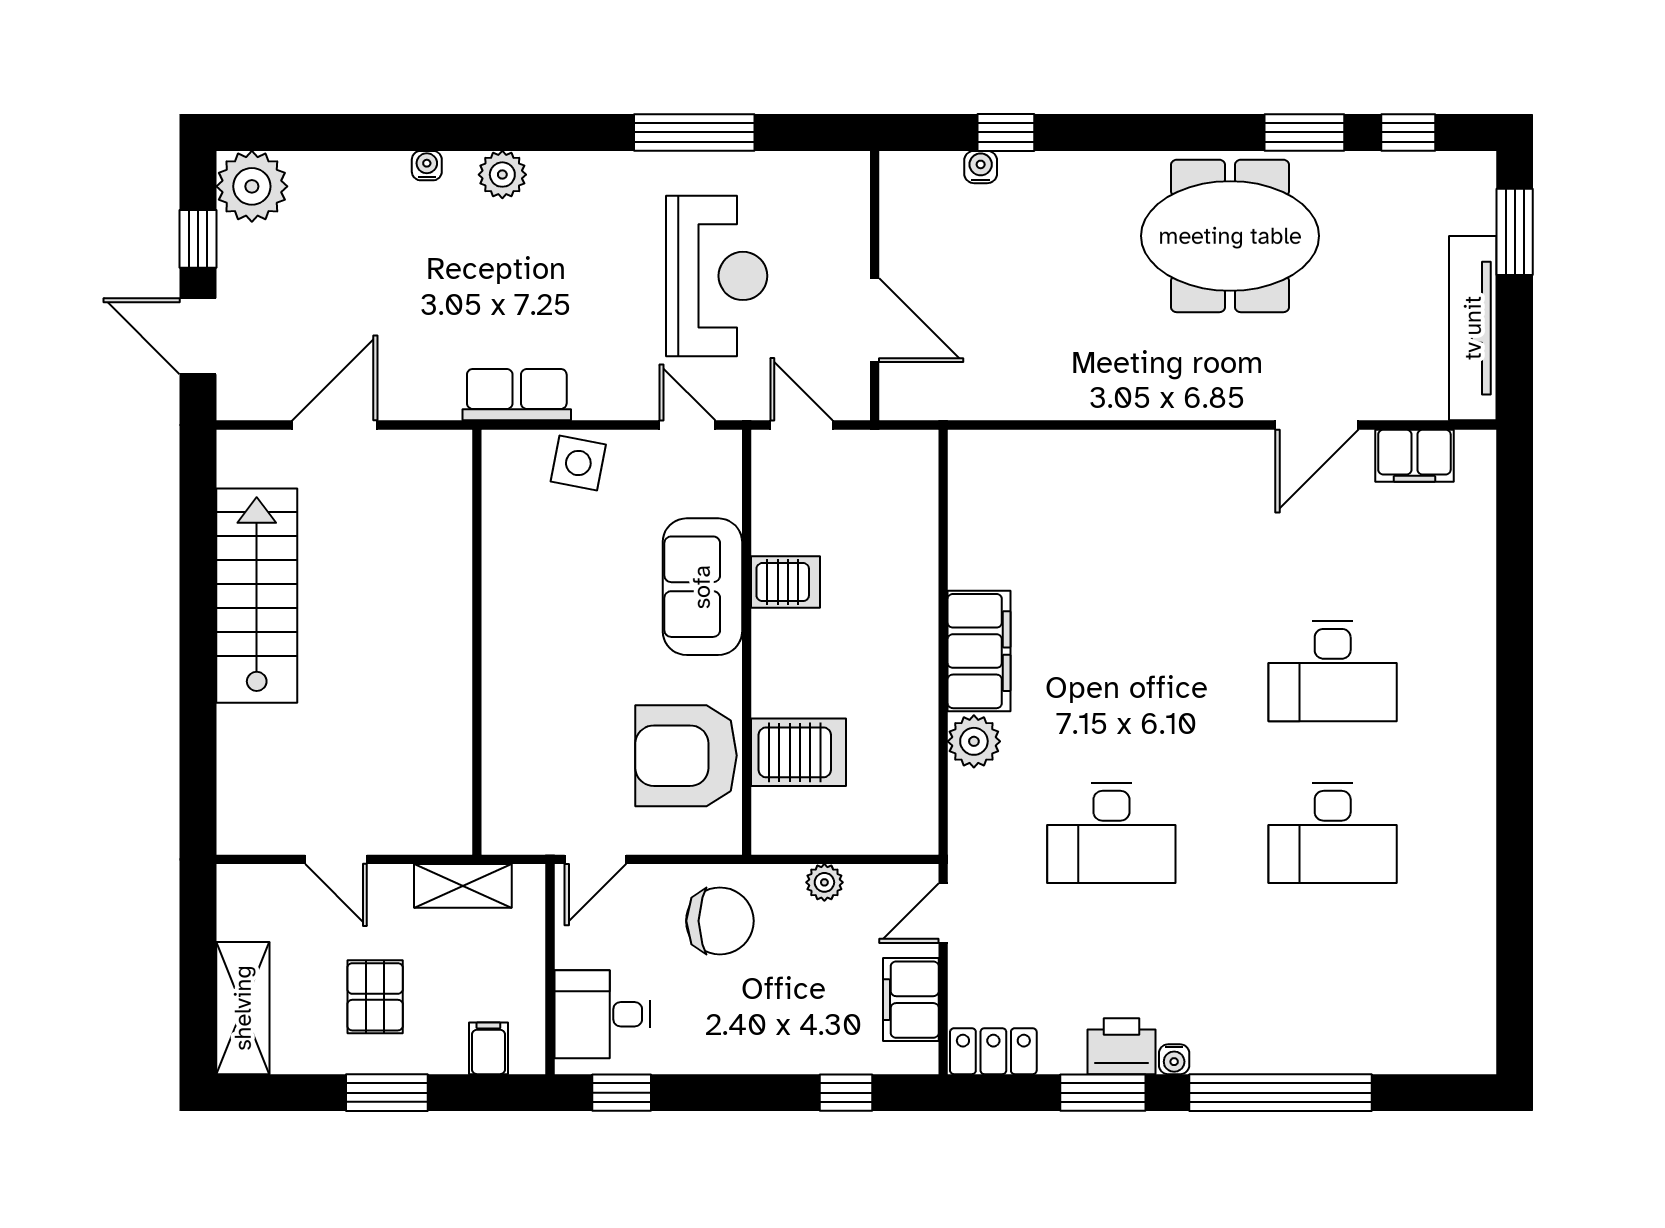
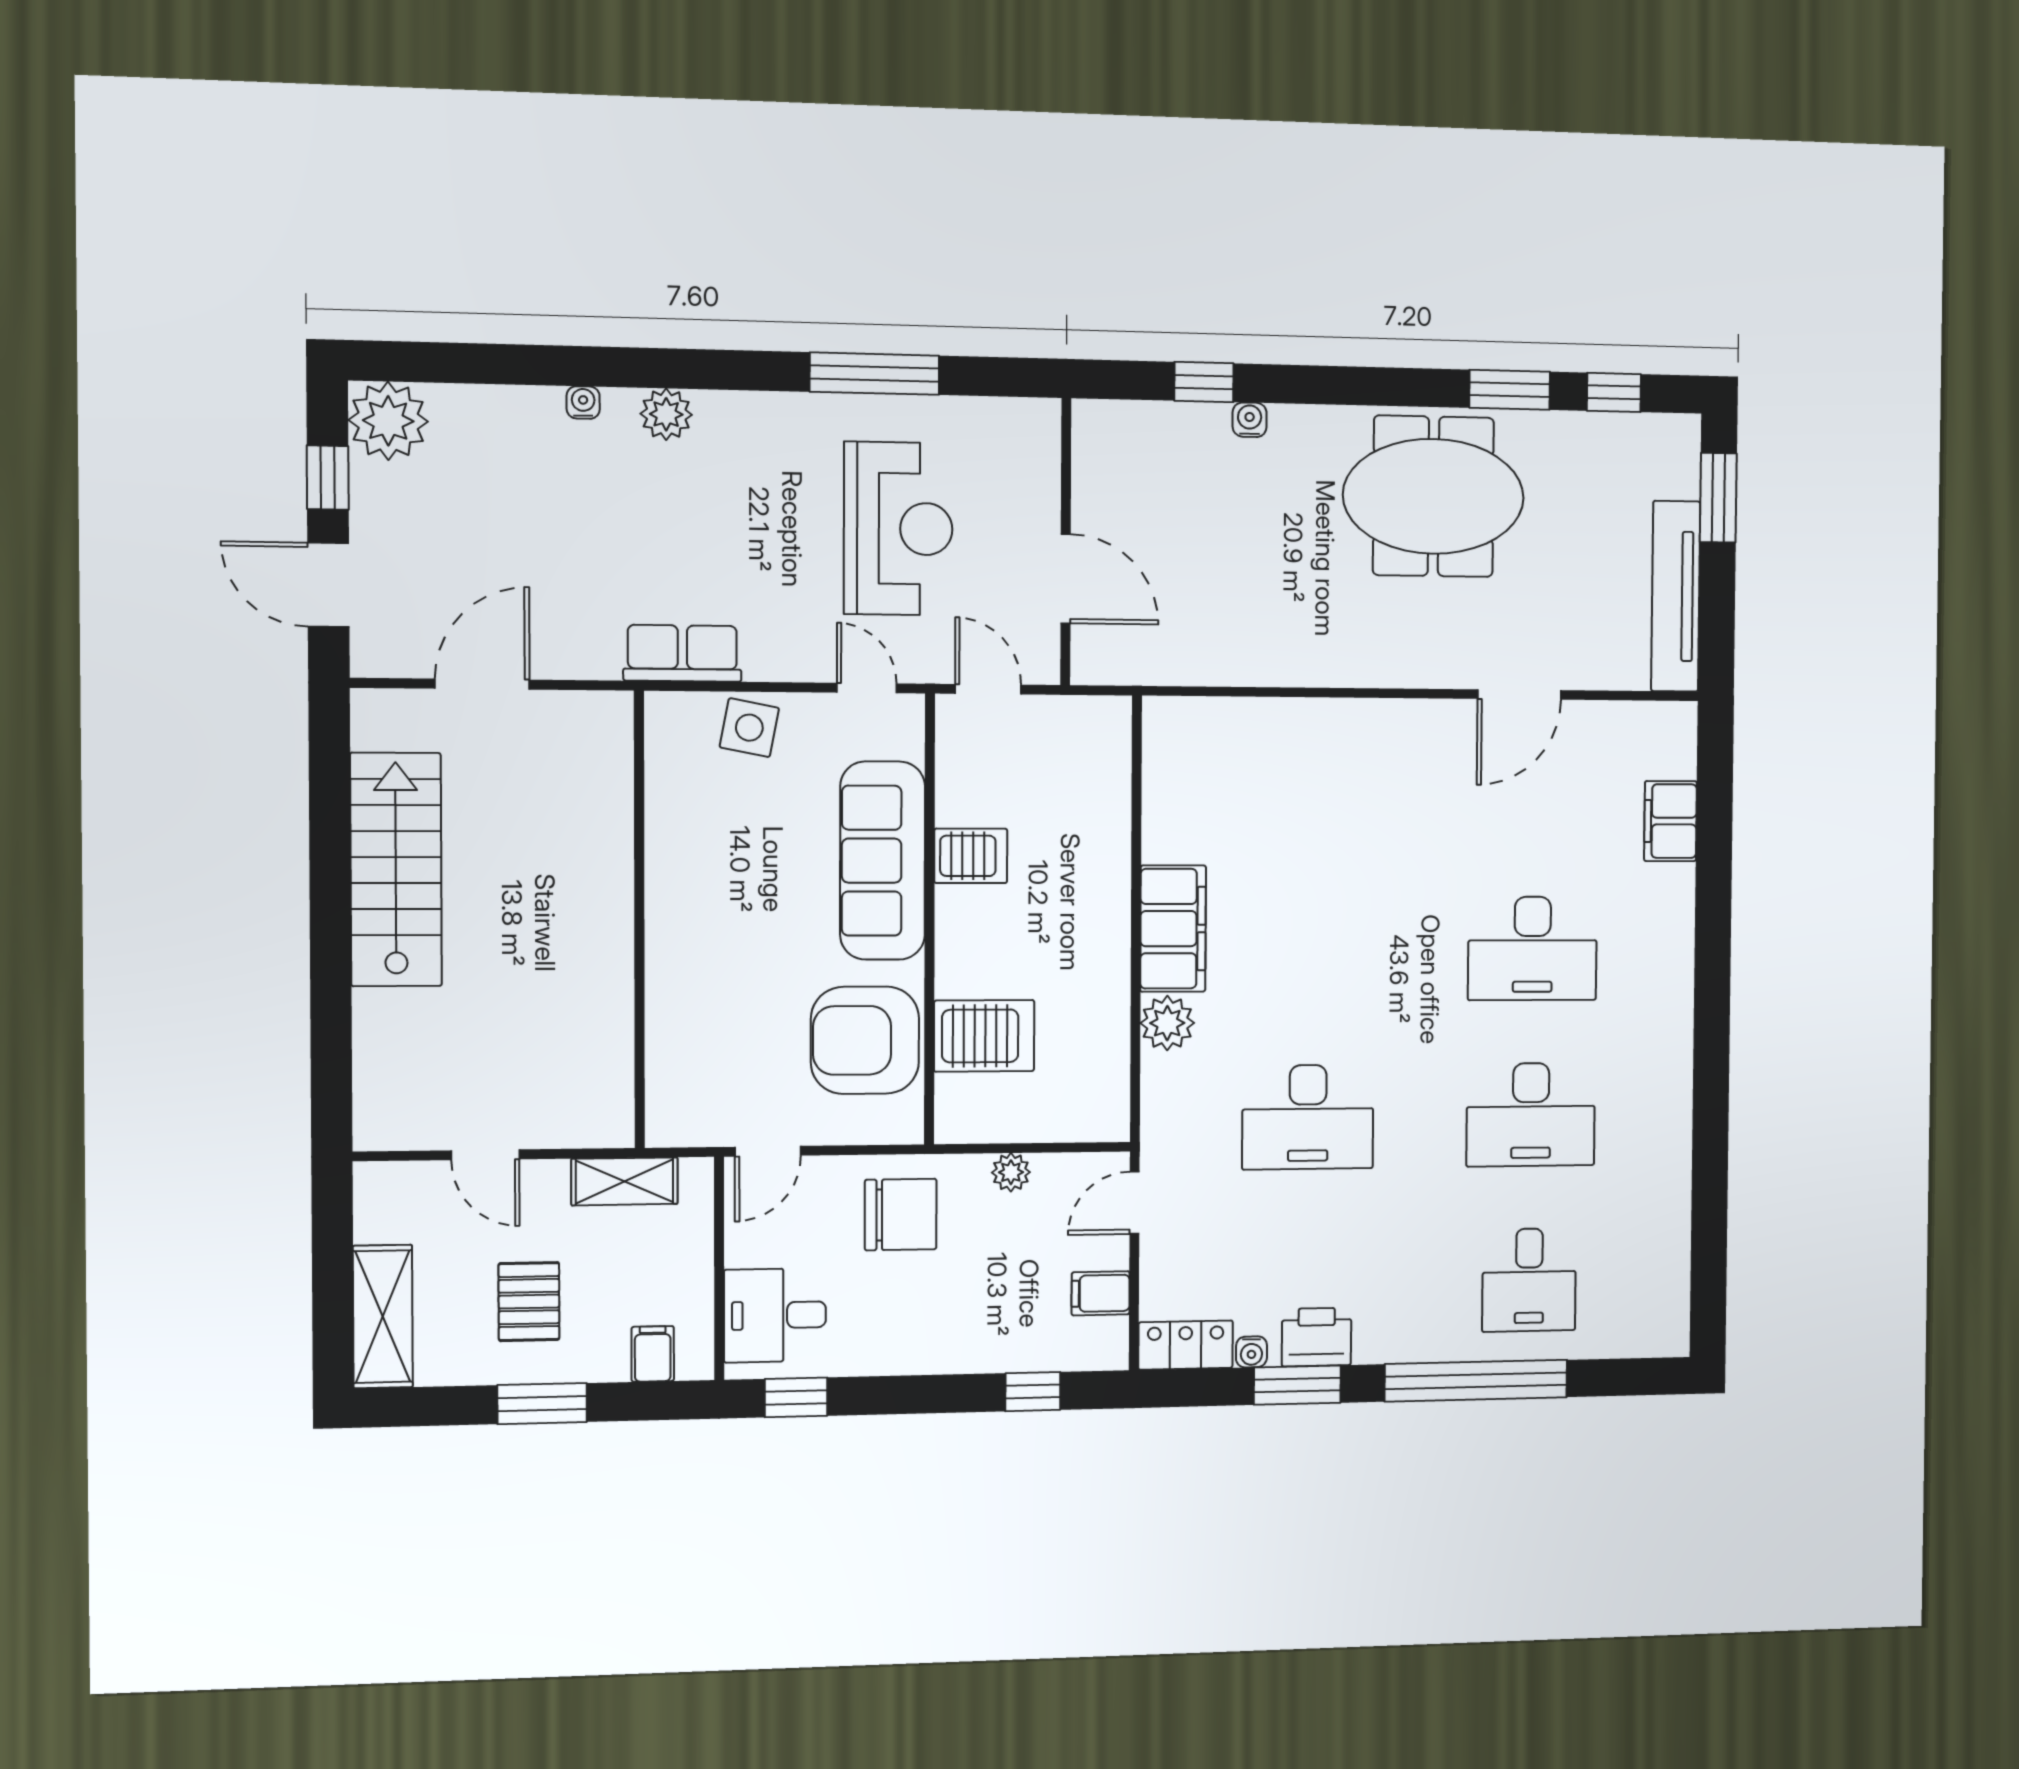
water cooler: (981, 167) -> (1250, 420), moved
filing cabinet: (1414, 456) -> (1670, 821), moved, turned 90
sofa: (702, 587) -> (883, 861), width x1.36
desk: (1333, 995) -> (1529, 1280), added
filing cabinet: (911, 1000) -> (1101, 1293), width x0.50
water cooler: (1174, 1059) -> (1251, 1352), moved

